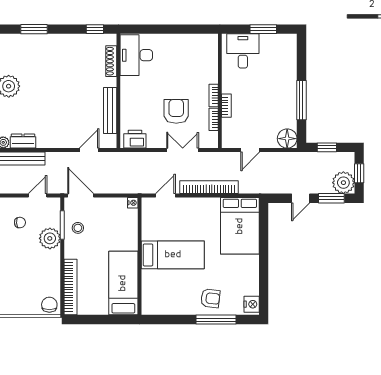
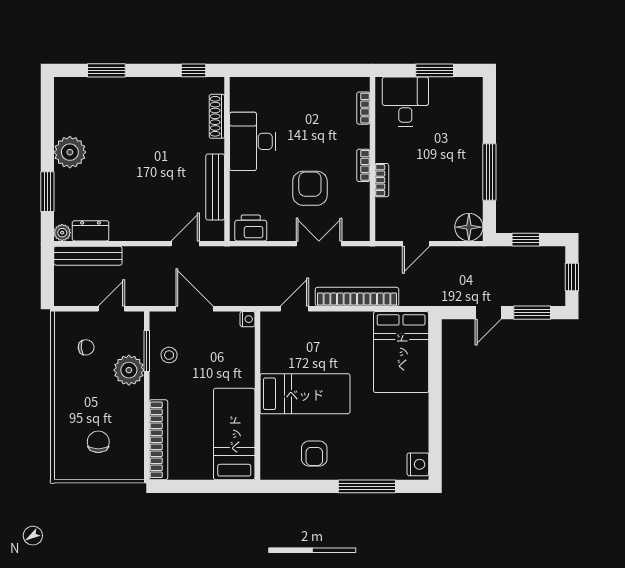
desk: (136, 55) -> (253, 141), moved
bookcase: (214, 119) -> (363, 108), moved
plant: (343, 183) -> (549, 290), removed
door: (81, 196) -> (194, 309), moved
armchair: (210, 298) -> (314, 453), moved, turned 83
chair: (49, 305) -> (98, 442), moved

